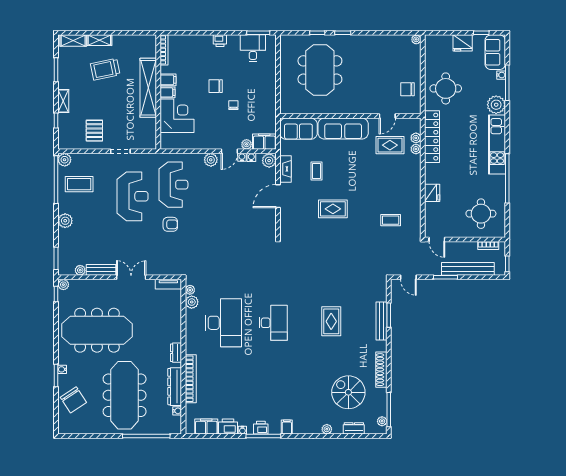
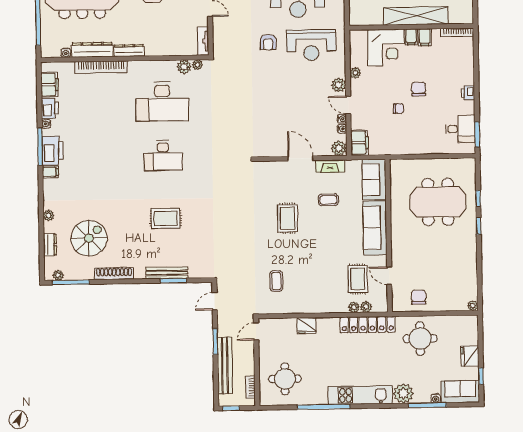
plant: (247, 144) -> (355, 73), moved
dresser: (176, 353) -> (129, 51), width x1.44
printer: (261, 428) -> (53, 151), width x1.87, depth x1.48

